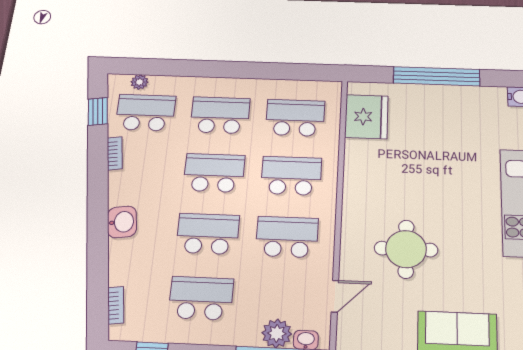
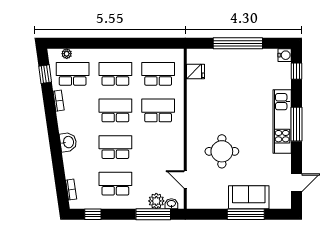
fridge: (366, 117) -> (195, 71), width x0.53, depth x0.75
school desk: (287, 237) -> (158, 147), removed
door: (335, 296) -> (185, 179), swing flipped

